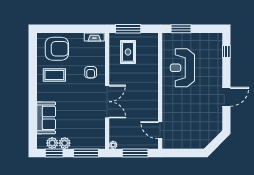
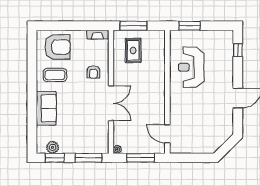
sofa: (46, 118) -> (46, 108), moved
plant: (65, 143) -> (66, 147), removed

